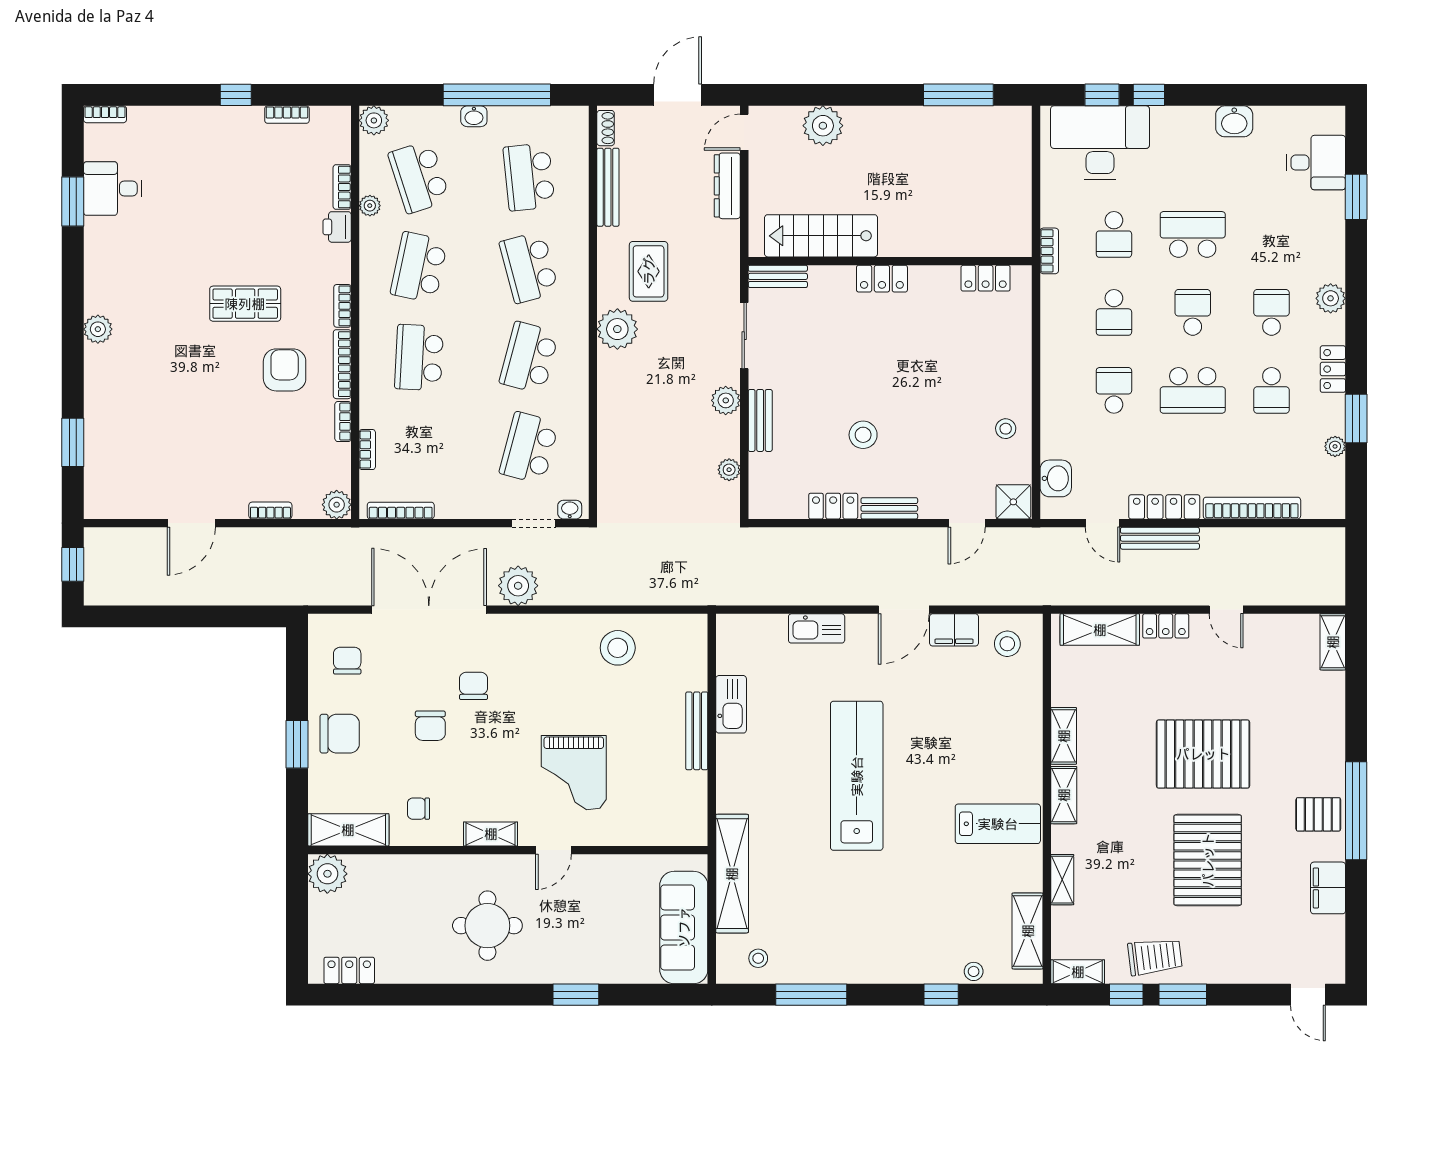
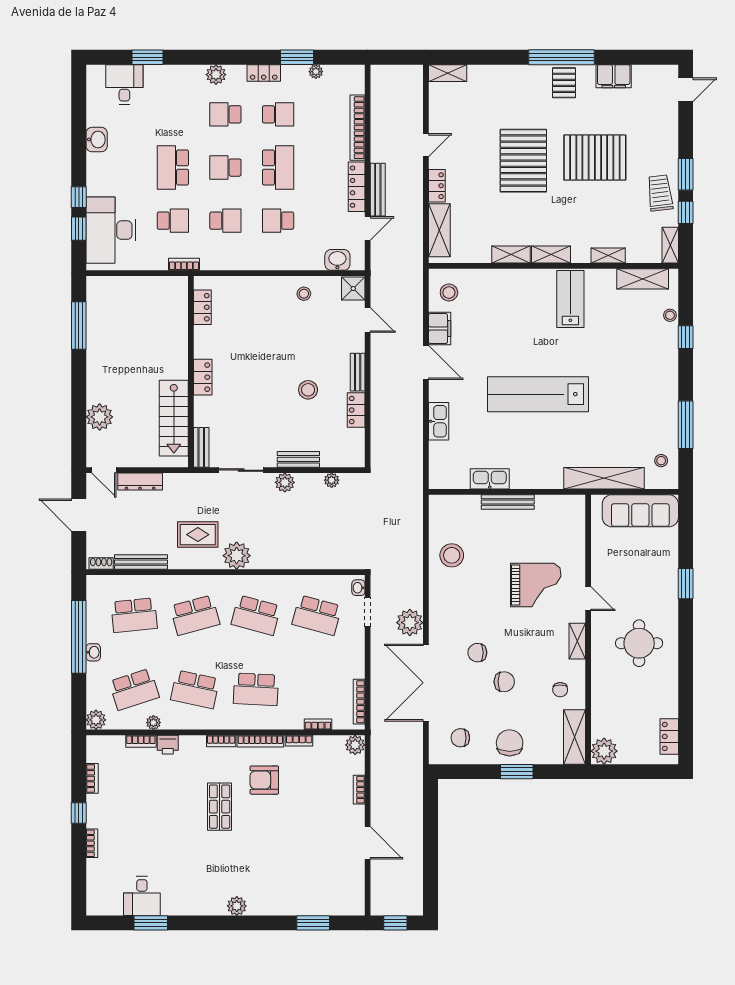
bookcase: (105, 114) -> (92, 843), moved

